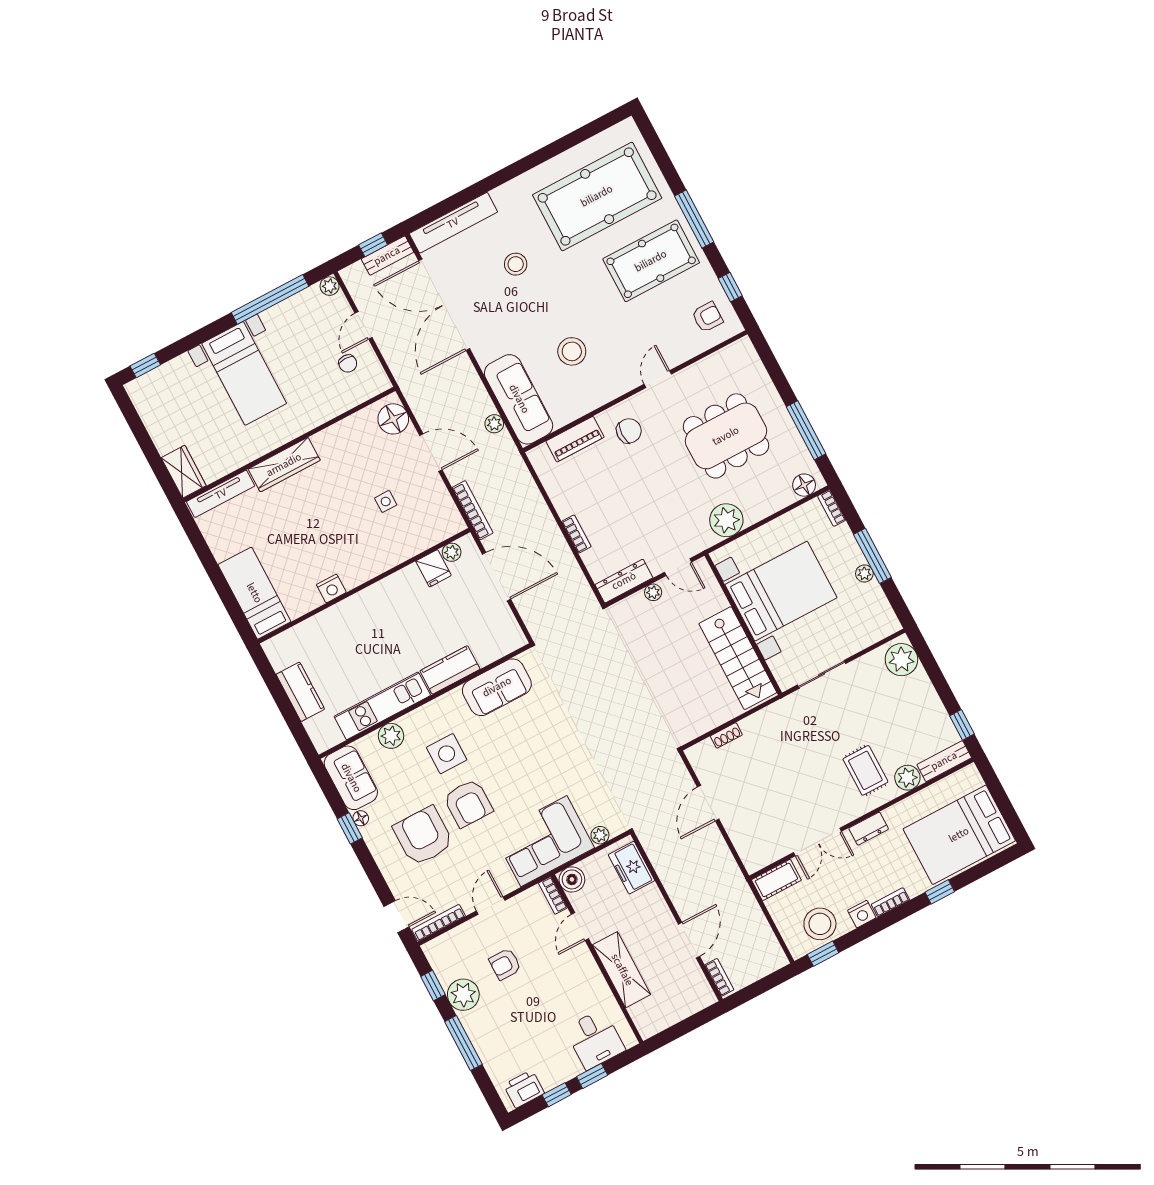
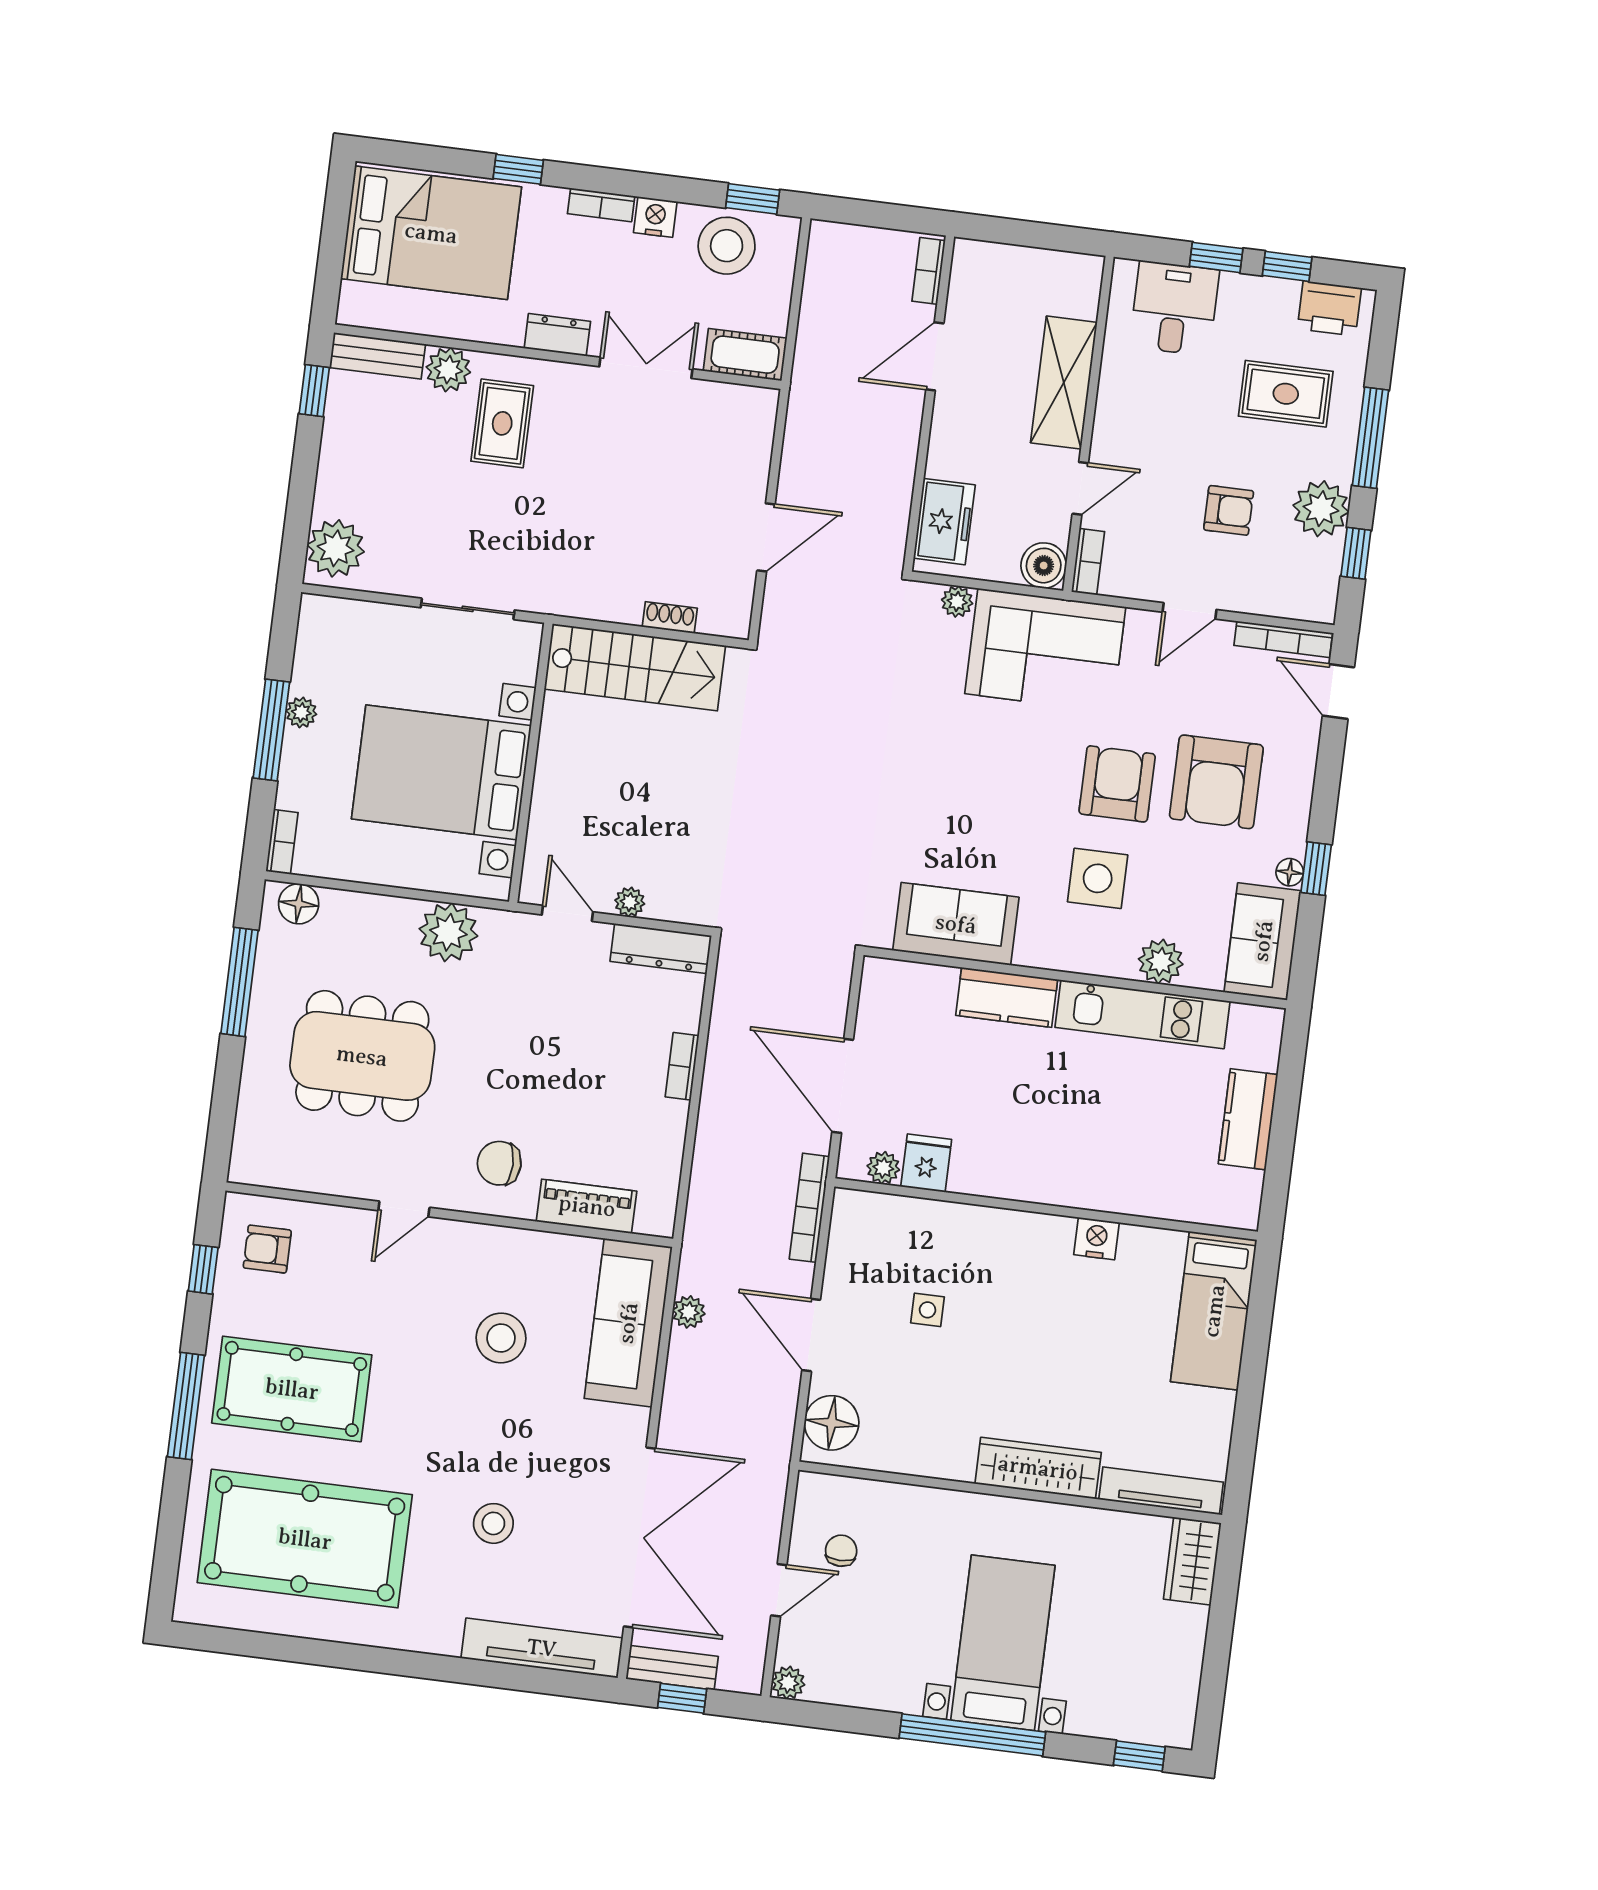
window: (270, 299) -> (972, 1735), moved
stairs: (738, 658) -> (635, 667), moved, turned 90
rug: (516, 1036) -> (1286, 394), added

